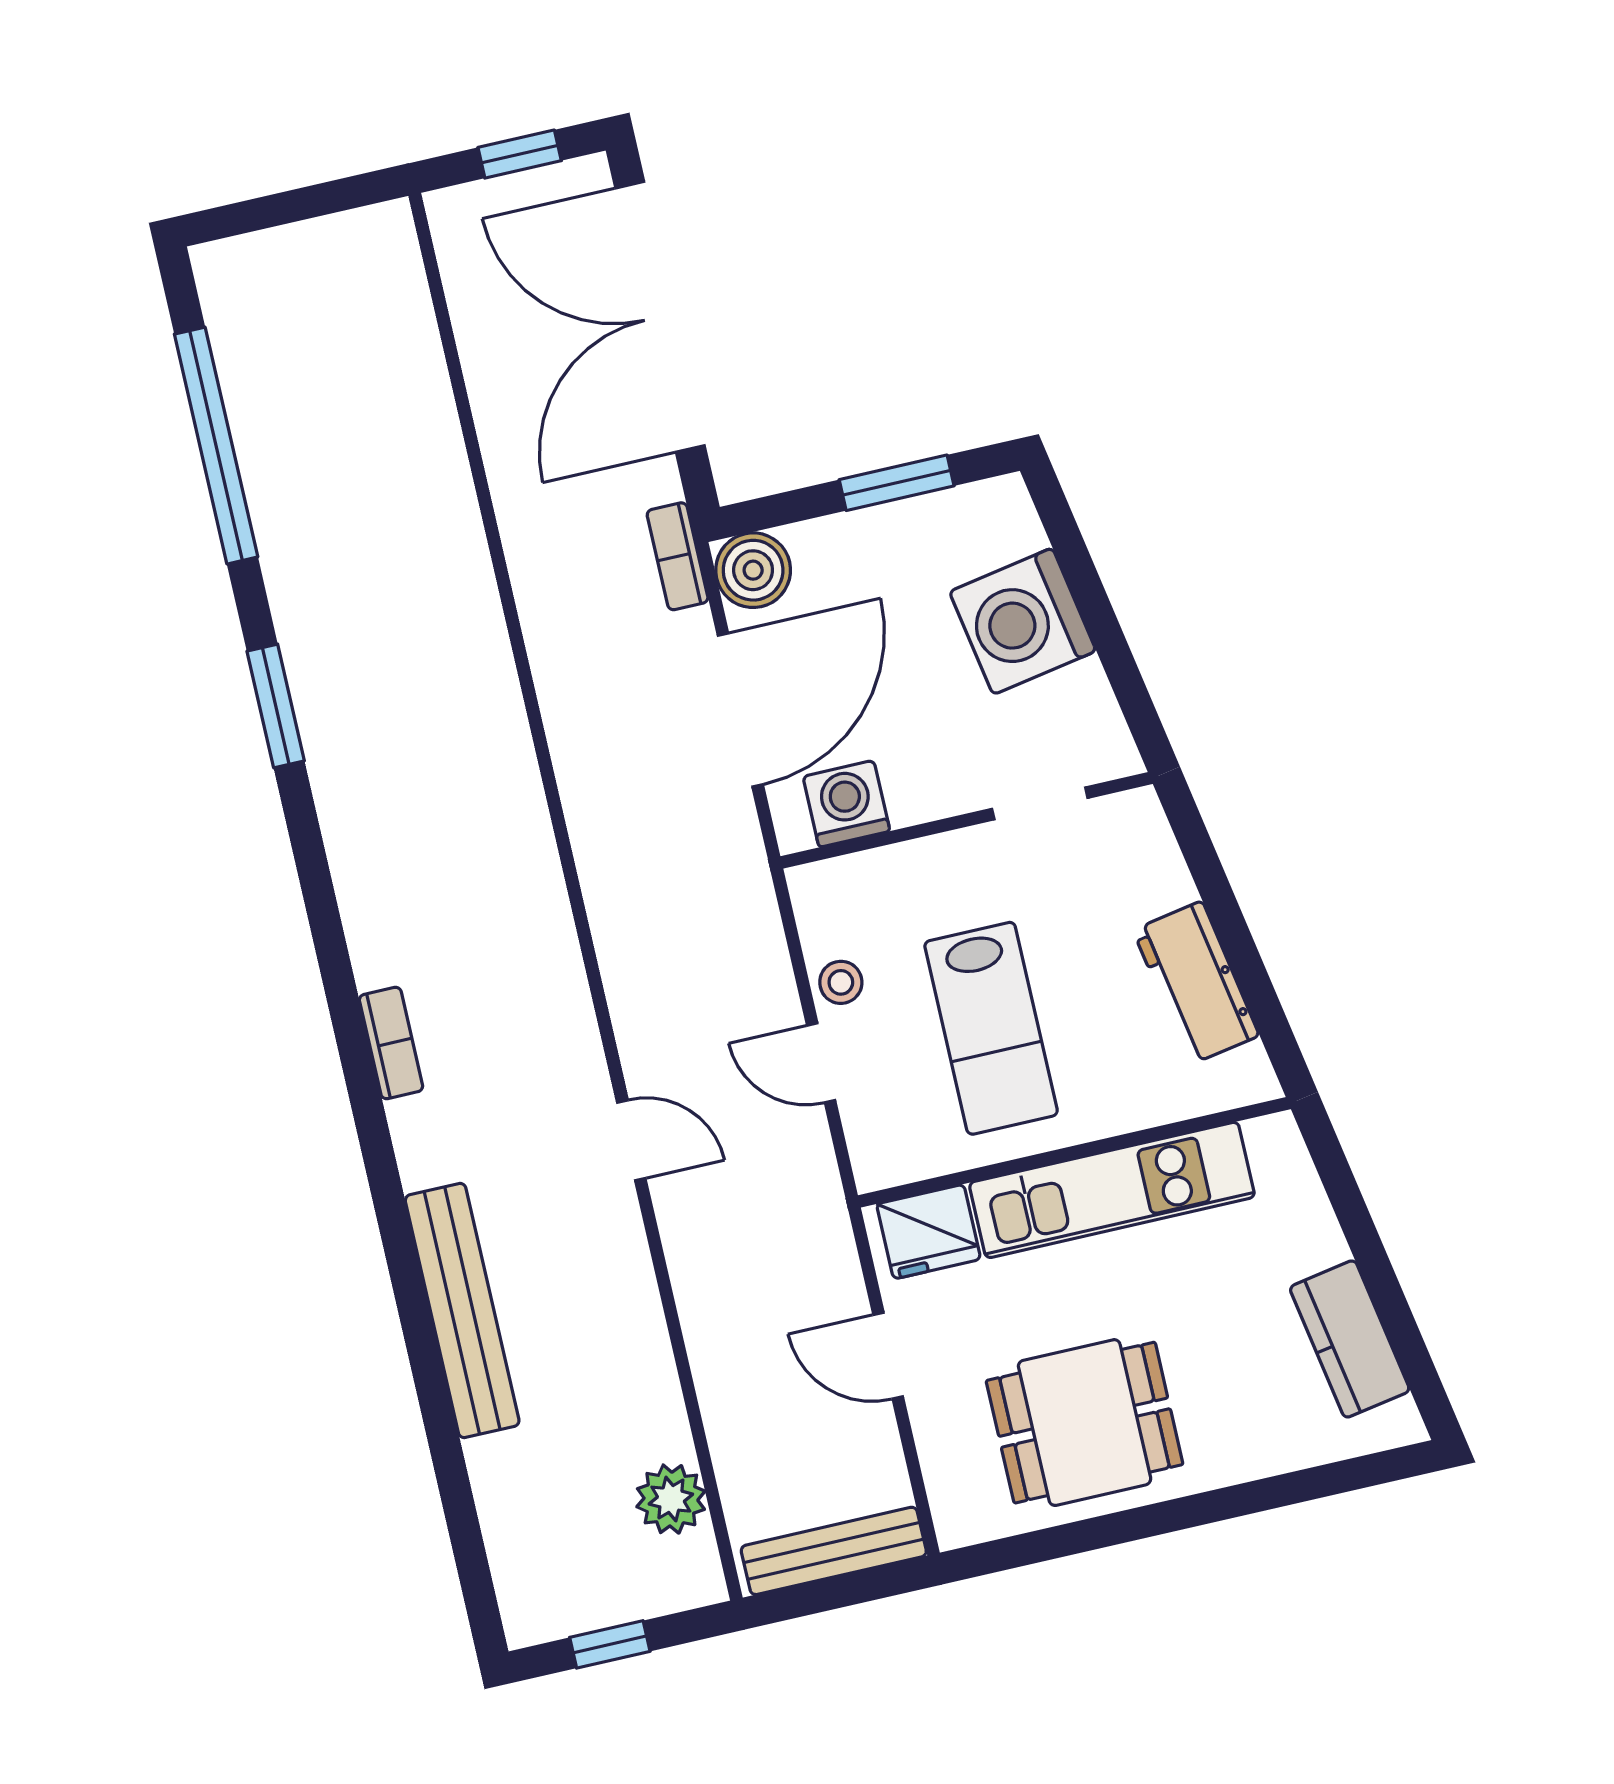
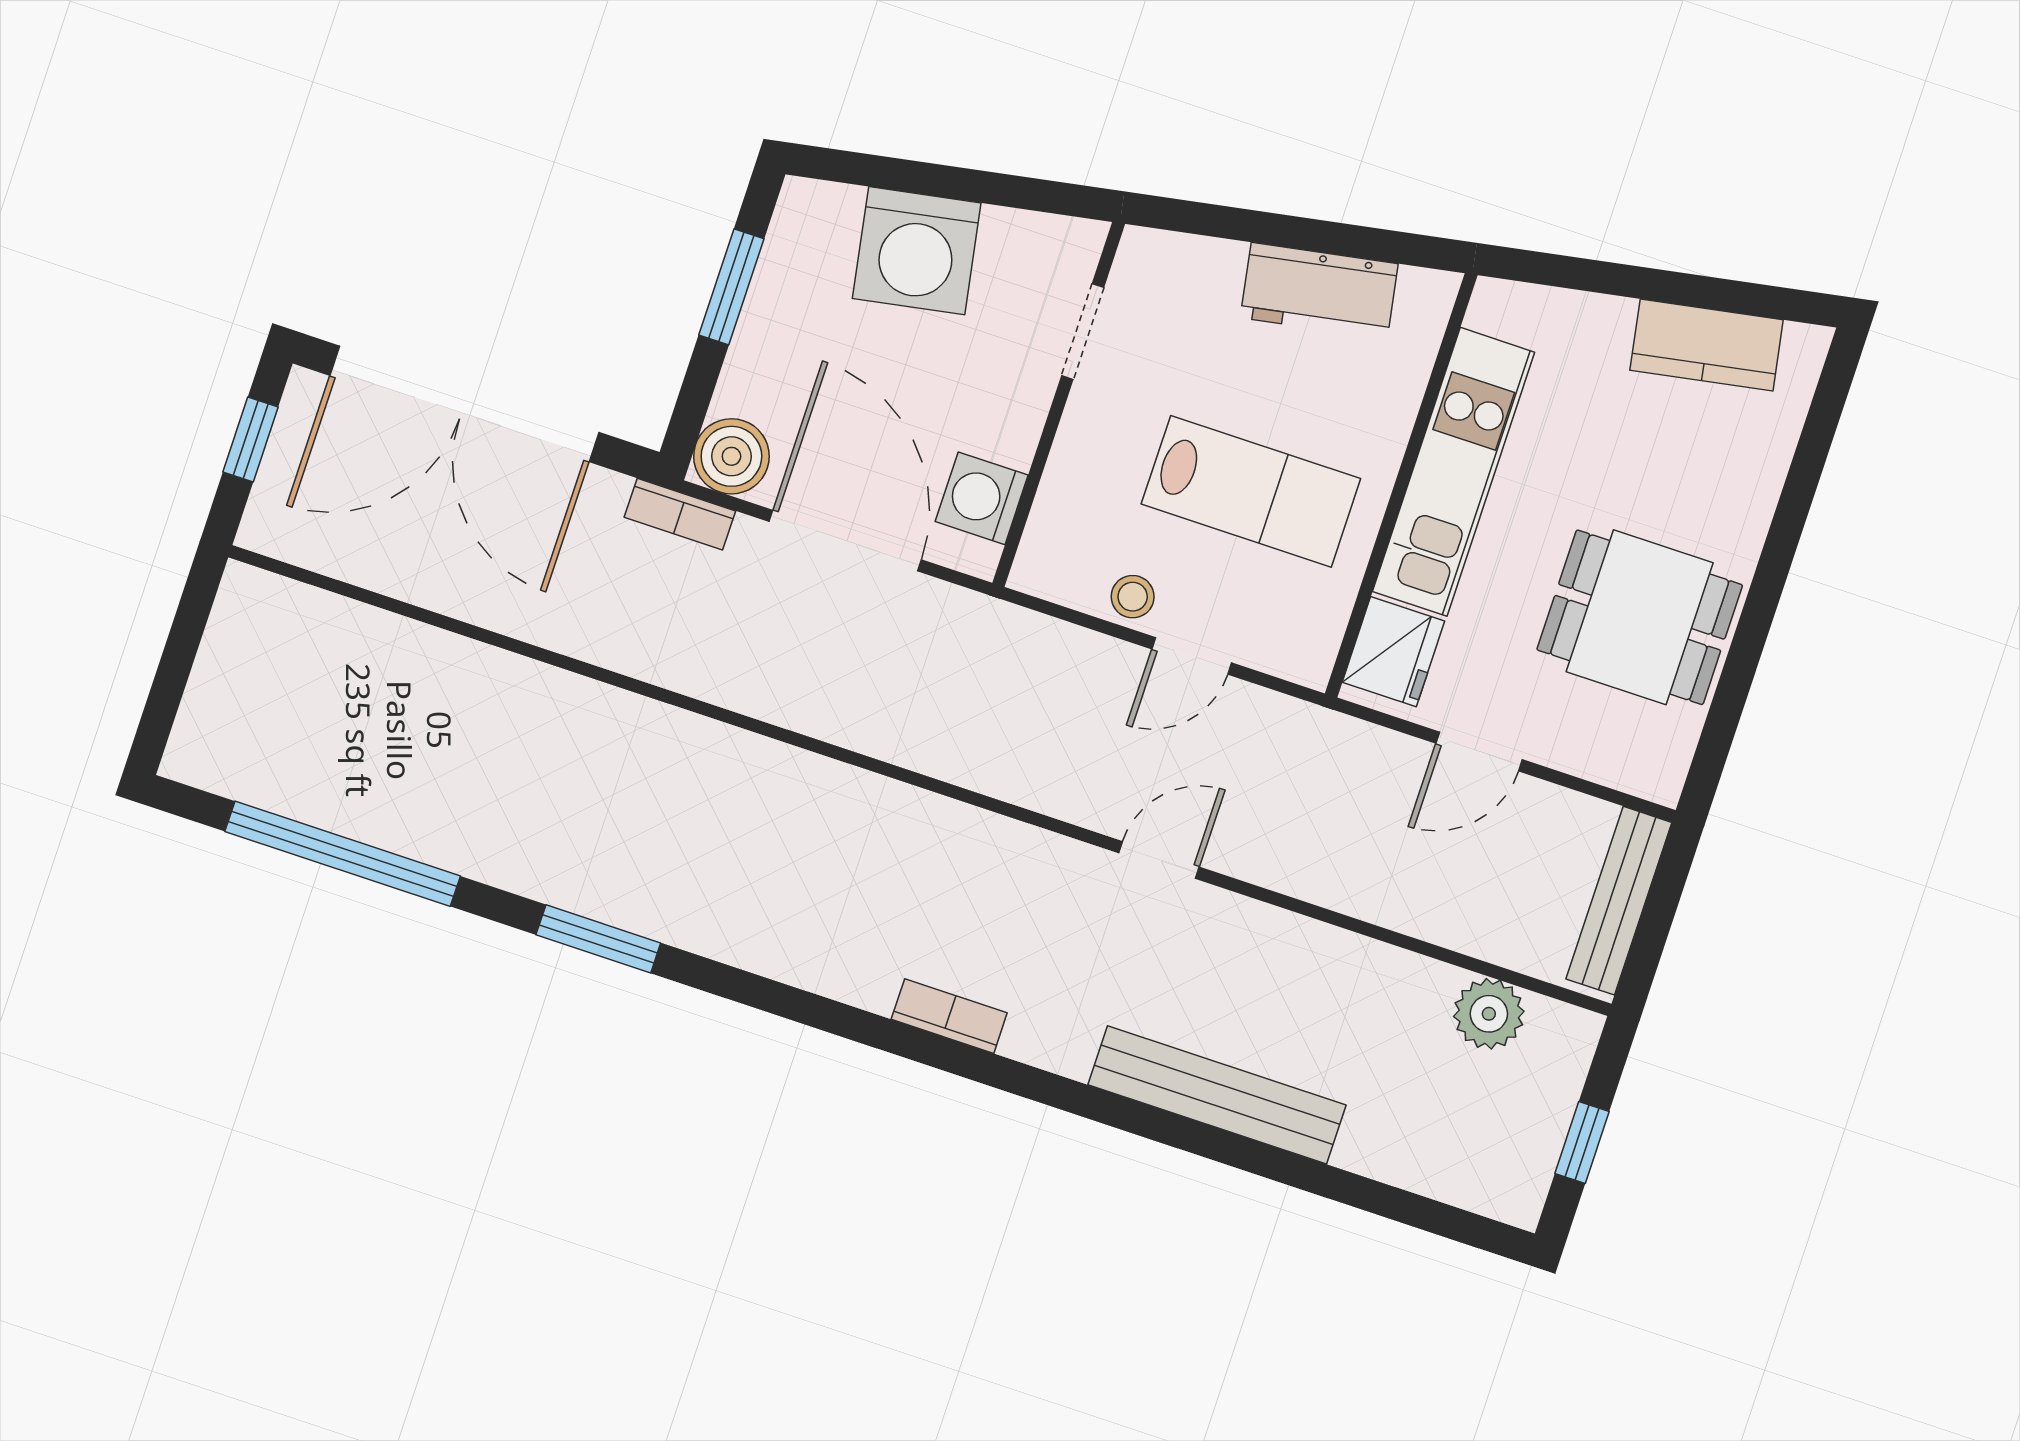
dining table: (1085, 1423) -> (1640, 617), turned 90

